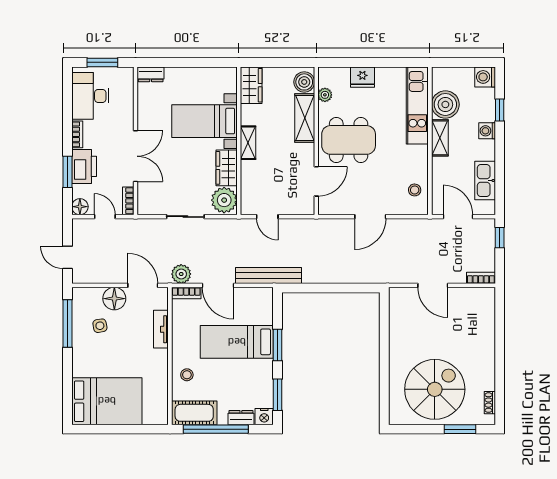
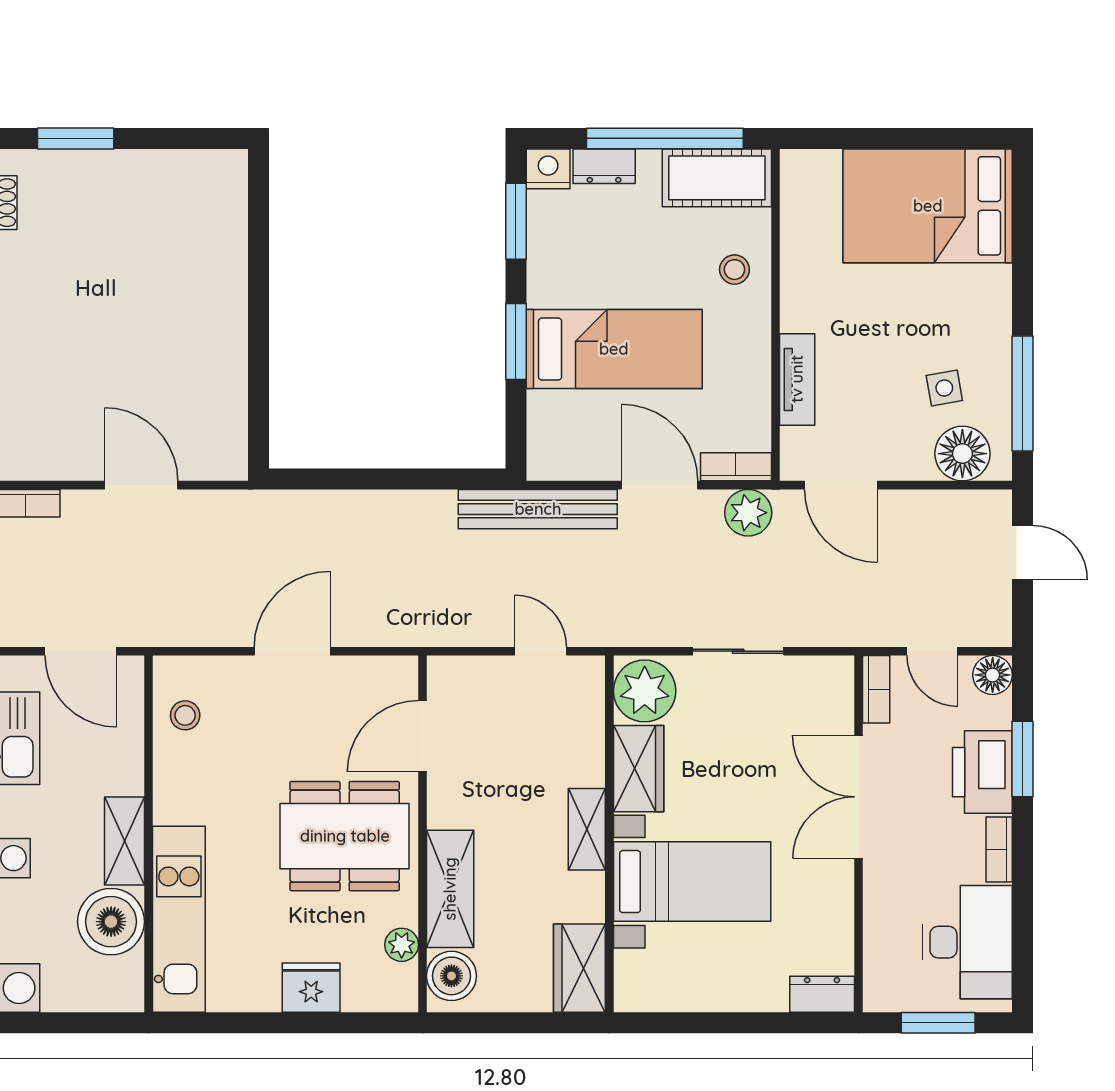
floor lamp: (114, 299) -> (962, 454), moved
spiral stairs: (435, 389) -> (137, 234), removed

